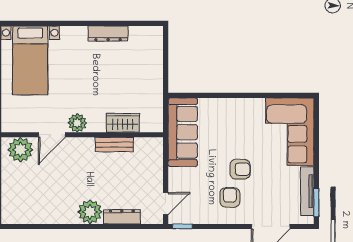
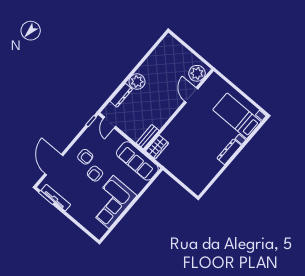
dresser: (108, 34) -> (229, 152), moved
plant: (77, 123) -> (186, 113), removed
wardrobe: (123, 123) -> (157, 147), moved
corner sofa: (290, 132) -> (111, 202), moved, turned -90
bench: (114, 144) -> (148, 137), moved

